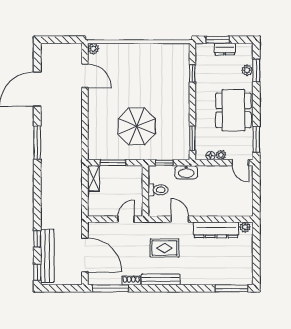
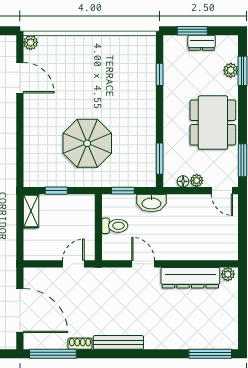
window: (113, 163) -> (56, 191), width x0.67
rug: (164, 248) -> (123, 301), removed

